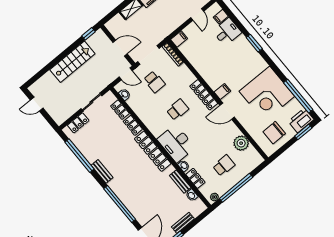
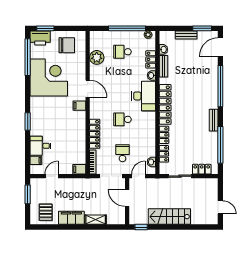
door: (126, 74) -> (138, 176), hinge flipped
locker: (204, 95) -> (95, 134), moved

